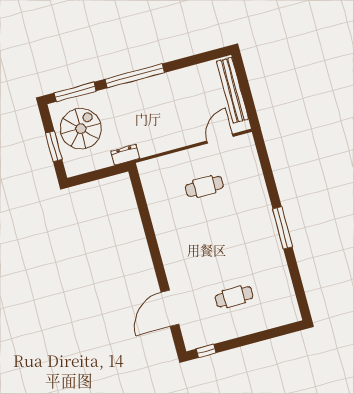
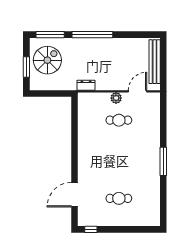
dresser: (125, 155) -> (86, 85), moved
plant: (192, 156) -> (116, 98), added

